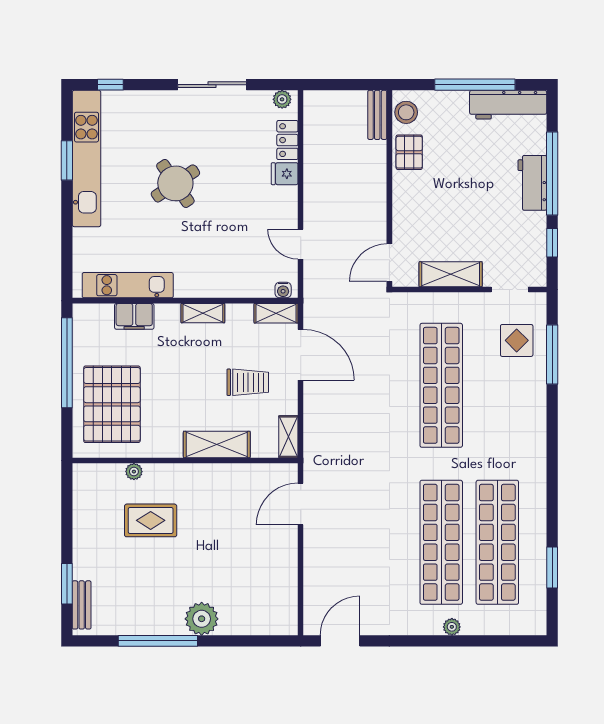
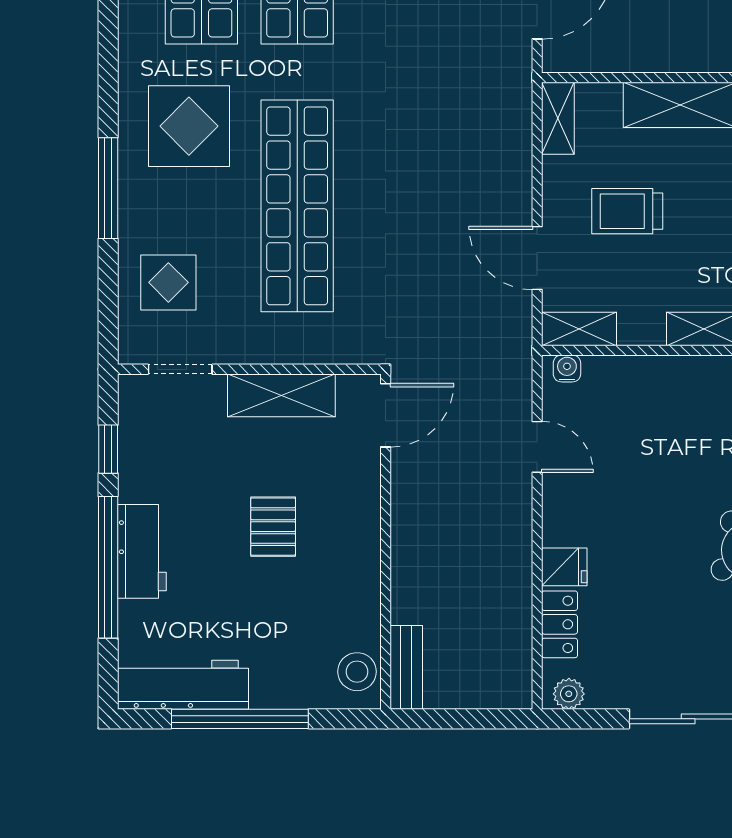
pallet: (409, 152) -> (273, 527), moved
window: (552, 354) -> (108, 188), moved
door: (301, 355) -> (537, 258), width x0.73
display table: (505, 432) -> (189, 126), added

